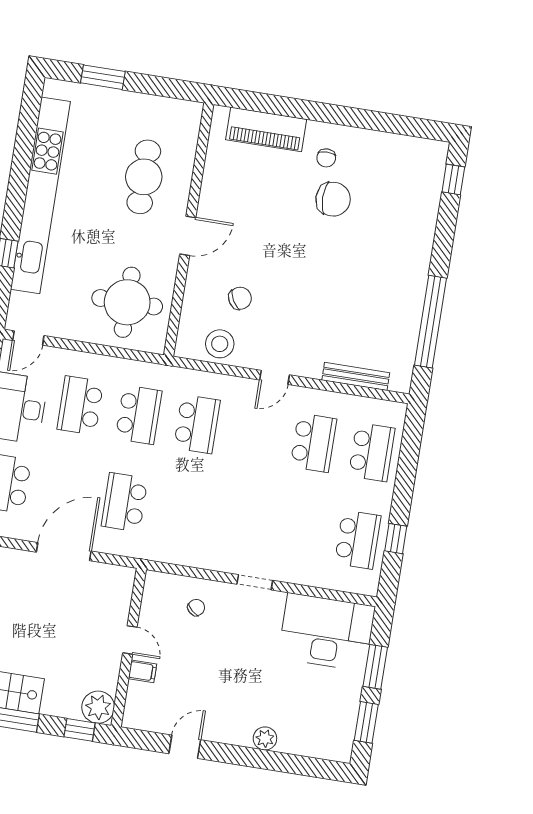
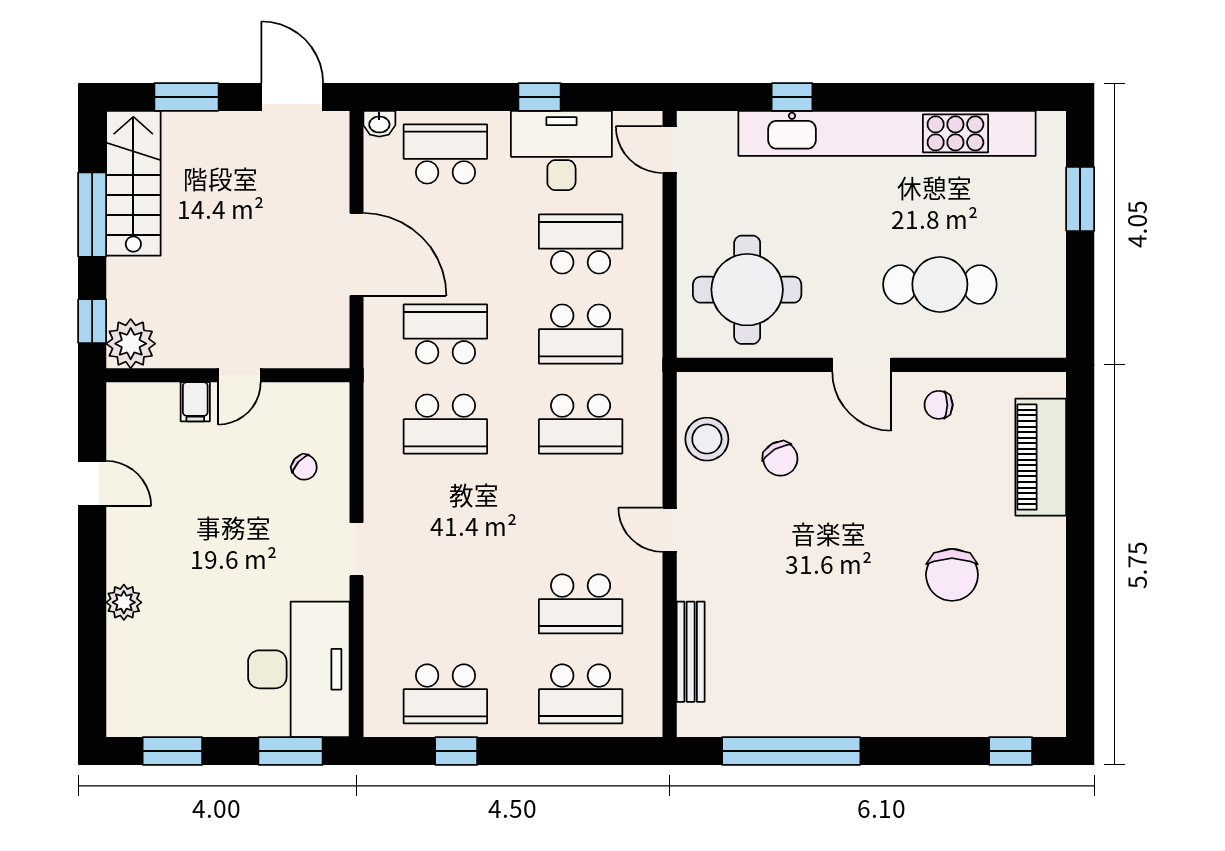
chair: (326, 158) -> (939, 405), moved
school desk: (183, 512) -> (445, 424), added
window: (375, 667) -> (291, 751), moved

